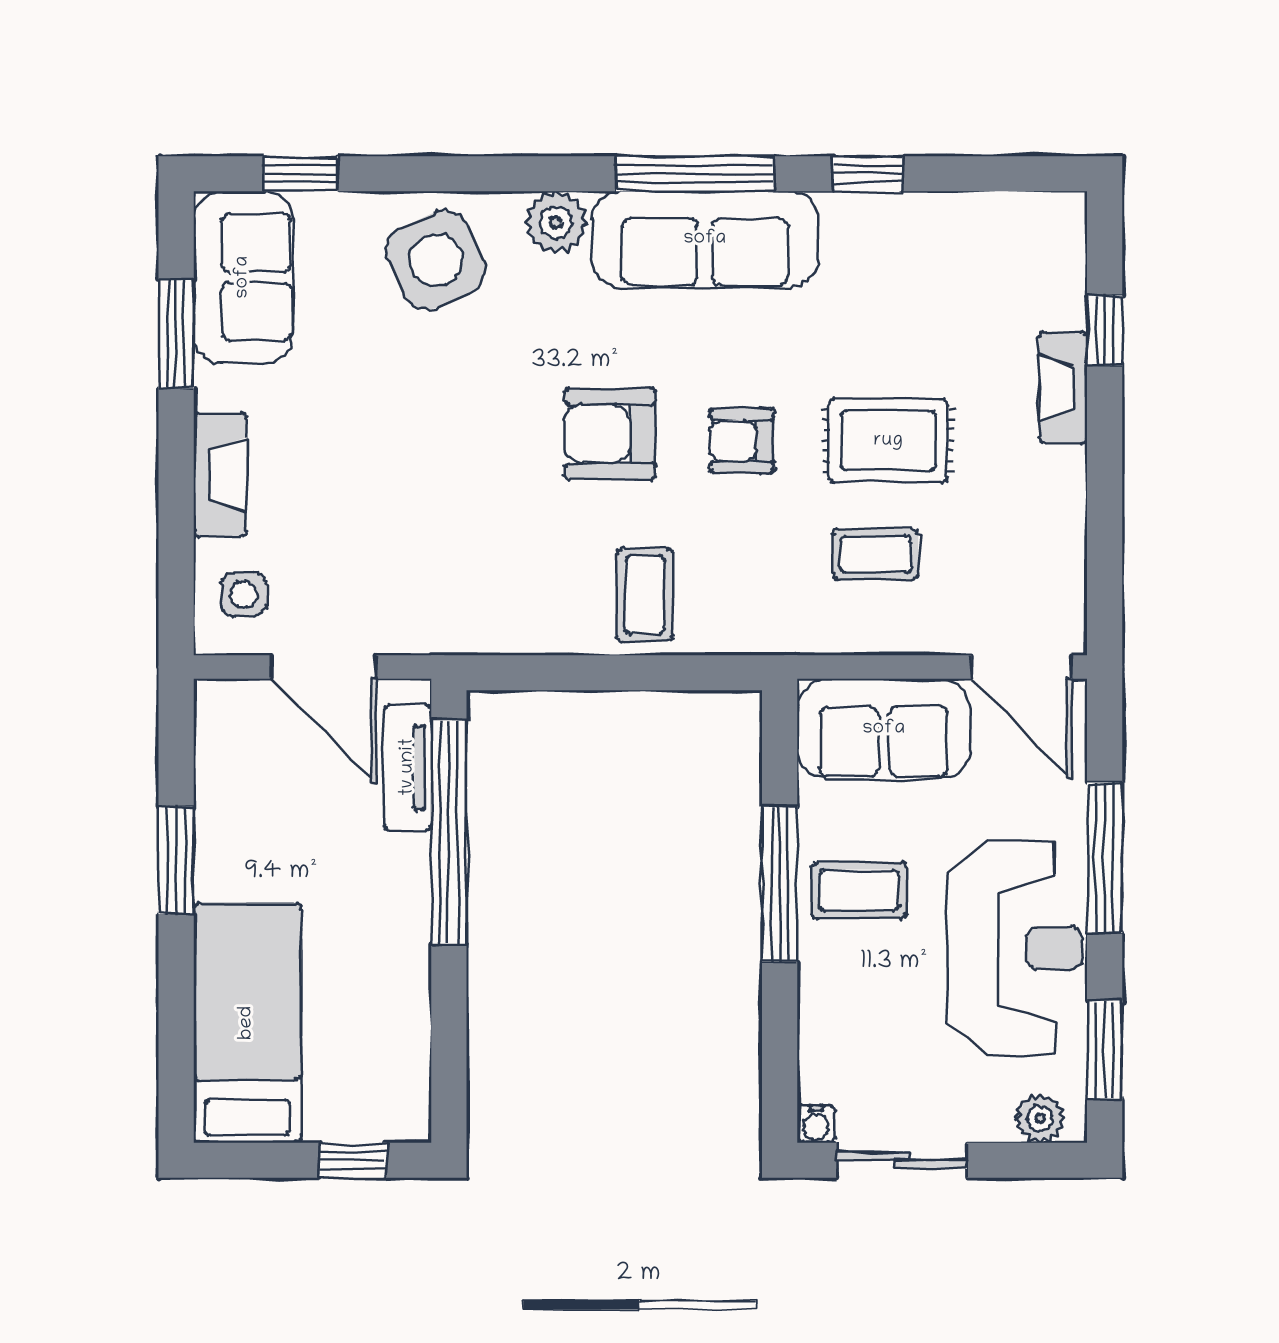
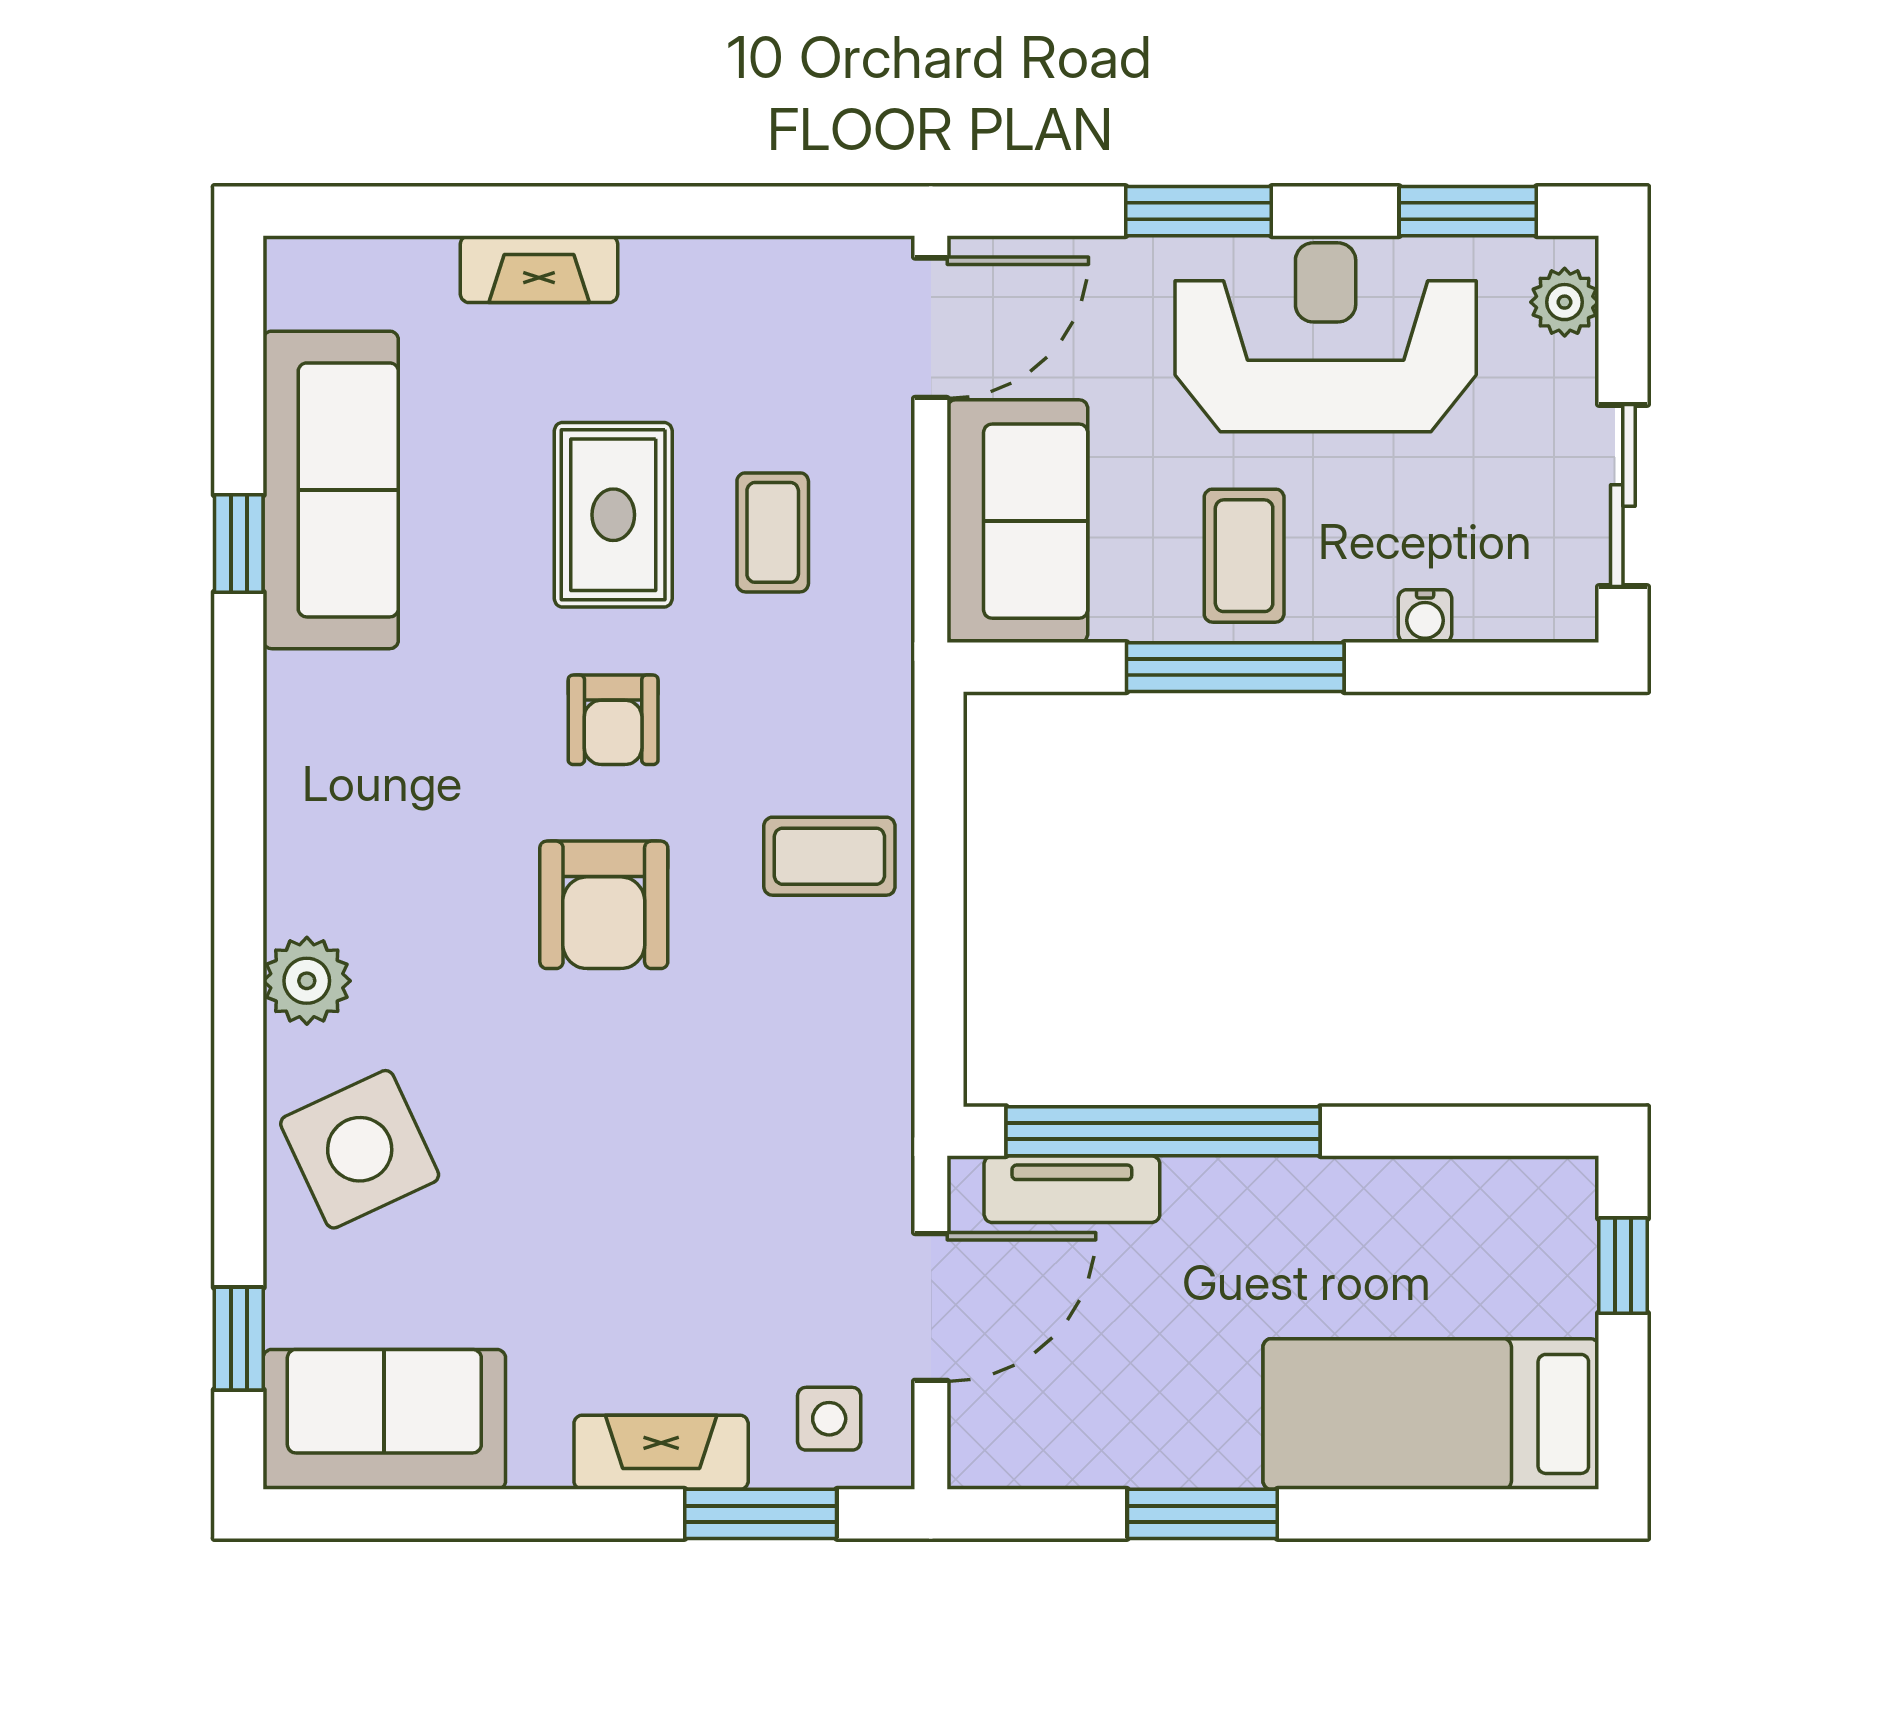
window: (695, 174) -> (239, 786), removed
sofa: (705, 239) -> (331, 490), moved
window: (1105, 330) -> (459, 211), removed
window: (176, 334) -> (761, 1514), moved
window: (1105, 858) -> (1199, 211), width x0.69
water cooler: (816, 1124) -> (1425, 616), moved, turned 90

